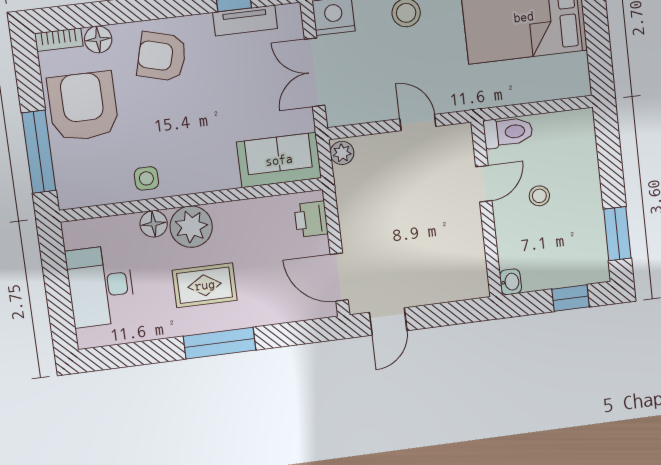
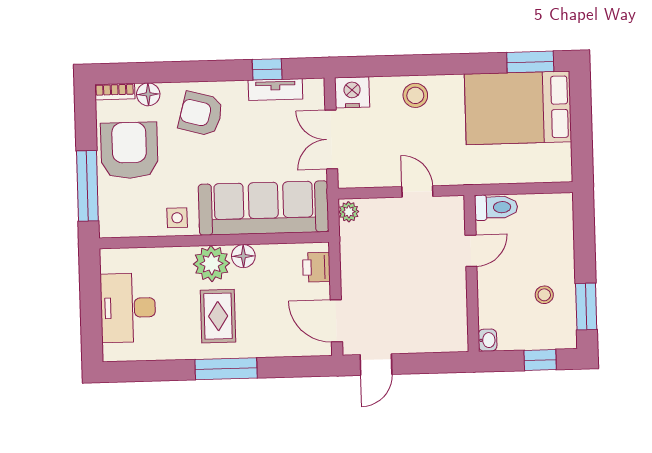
sofa: (279, 160) -> (264, 208), width x1.85, depth x1.27
stool: (539, 196) -> (544, 295), moved
floor lamp: (154, 224) -> (243, 256), moved
rug: (205, 285) -> (218, 316), turned 90

